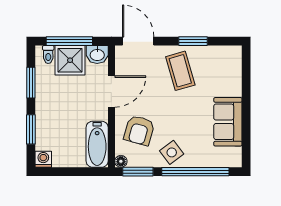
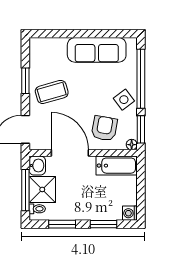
door: (111, 91) -> (70, 153), width x1.36
sofa: (228, 122) -> (97, 50), width x1.36
armchair: (139, 130) -> (104, 128), turned -96

